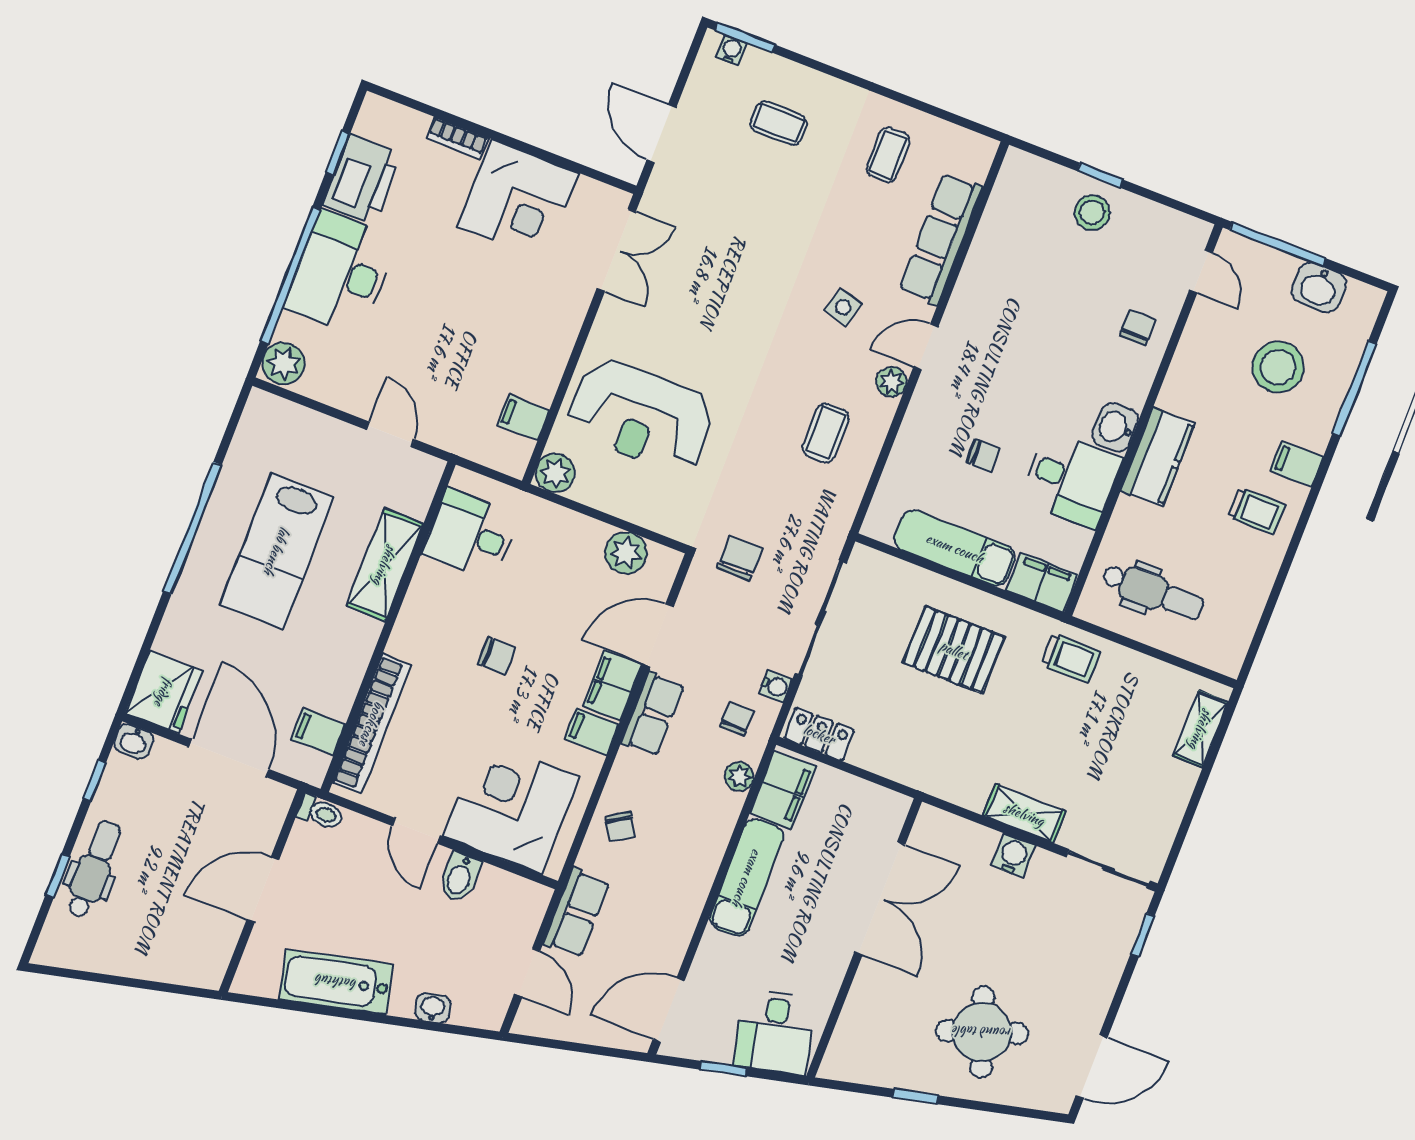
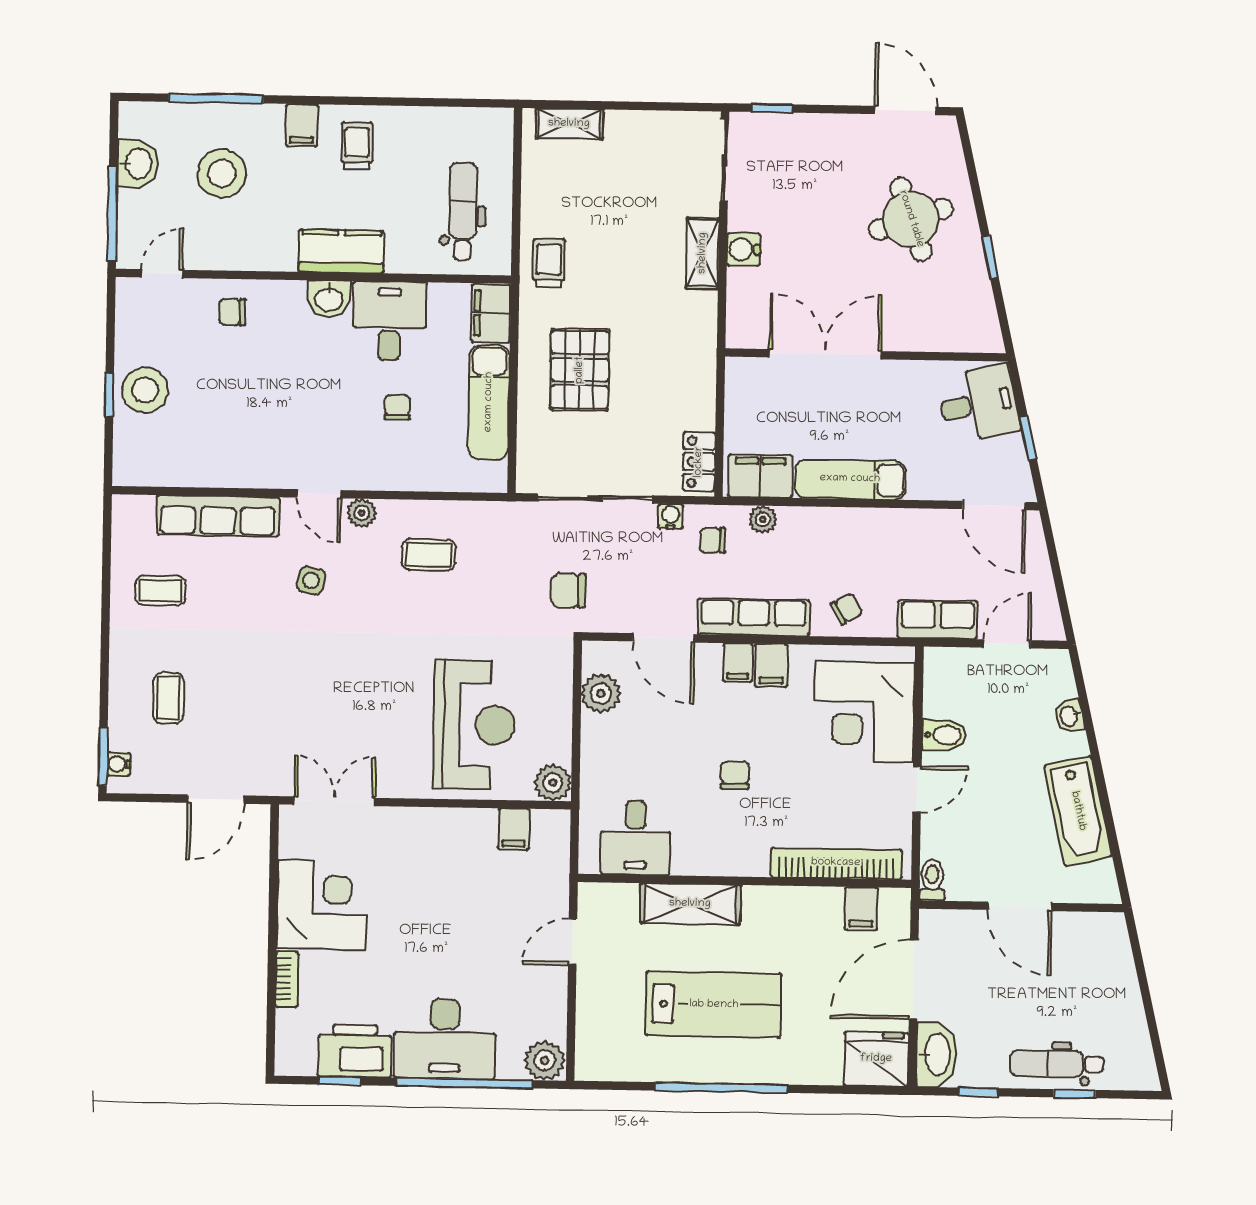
stool: (1092, 212) -> (145, 390), width x1.38, depth x1.38
filing cabinet: (612, 685) -> (738, 663), width x0.50
row of seats: (653, 714) -> (754, 617), width x1.48
washbasin: (134, 741) -> (936, 1055), width x1.91, depth x1.45

